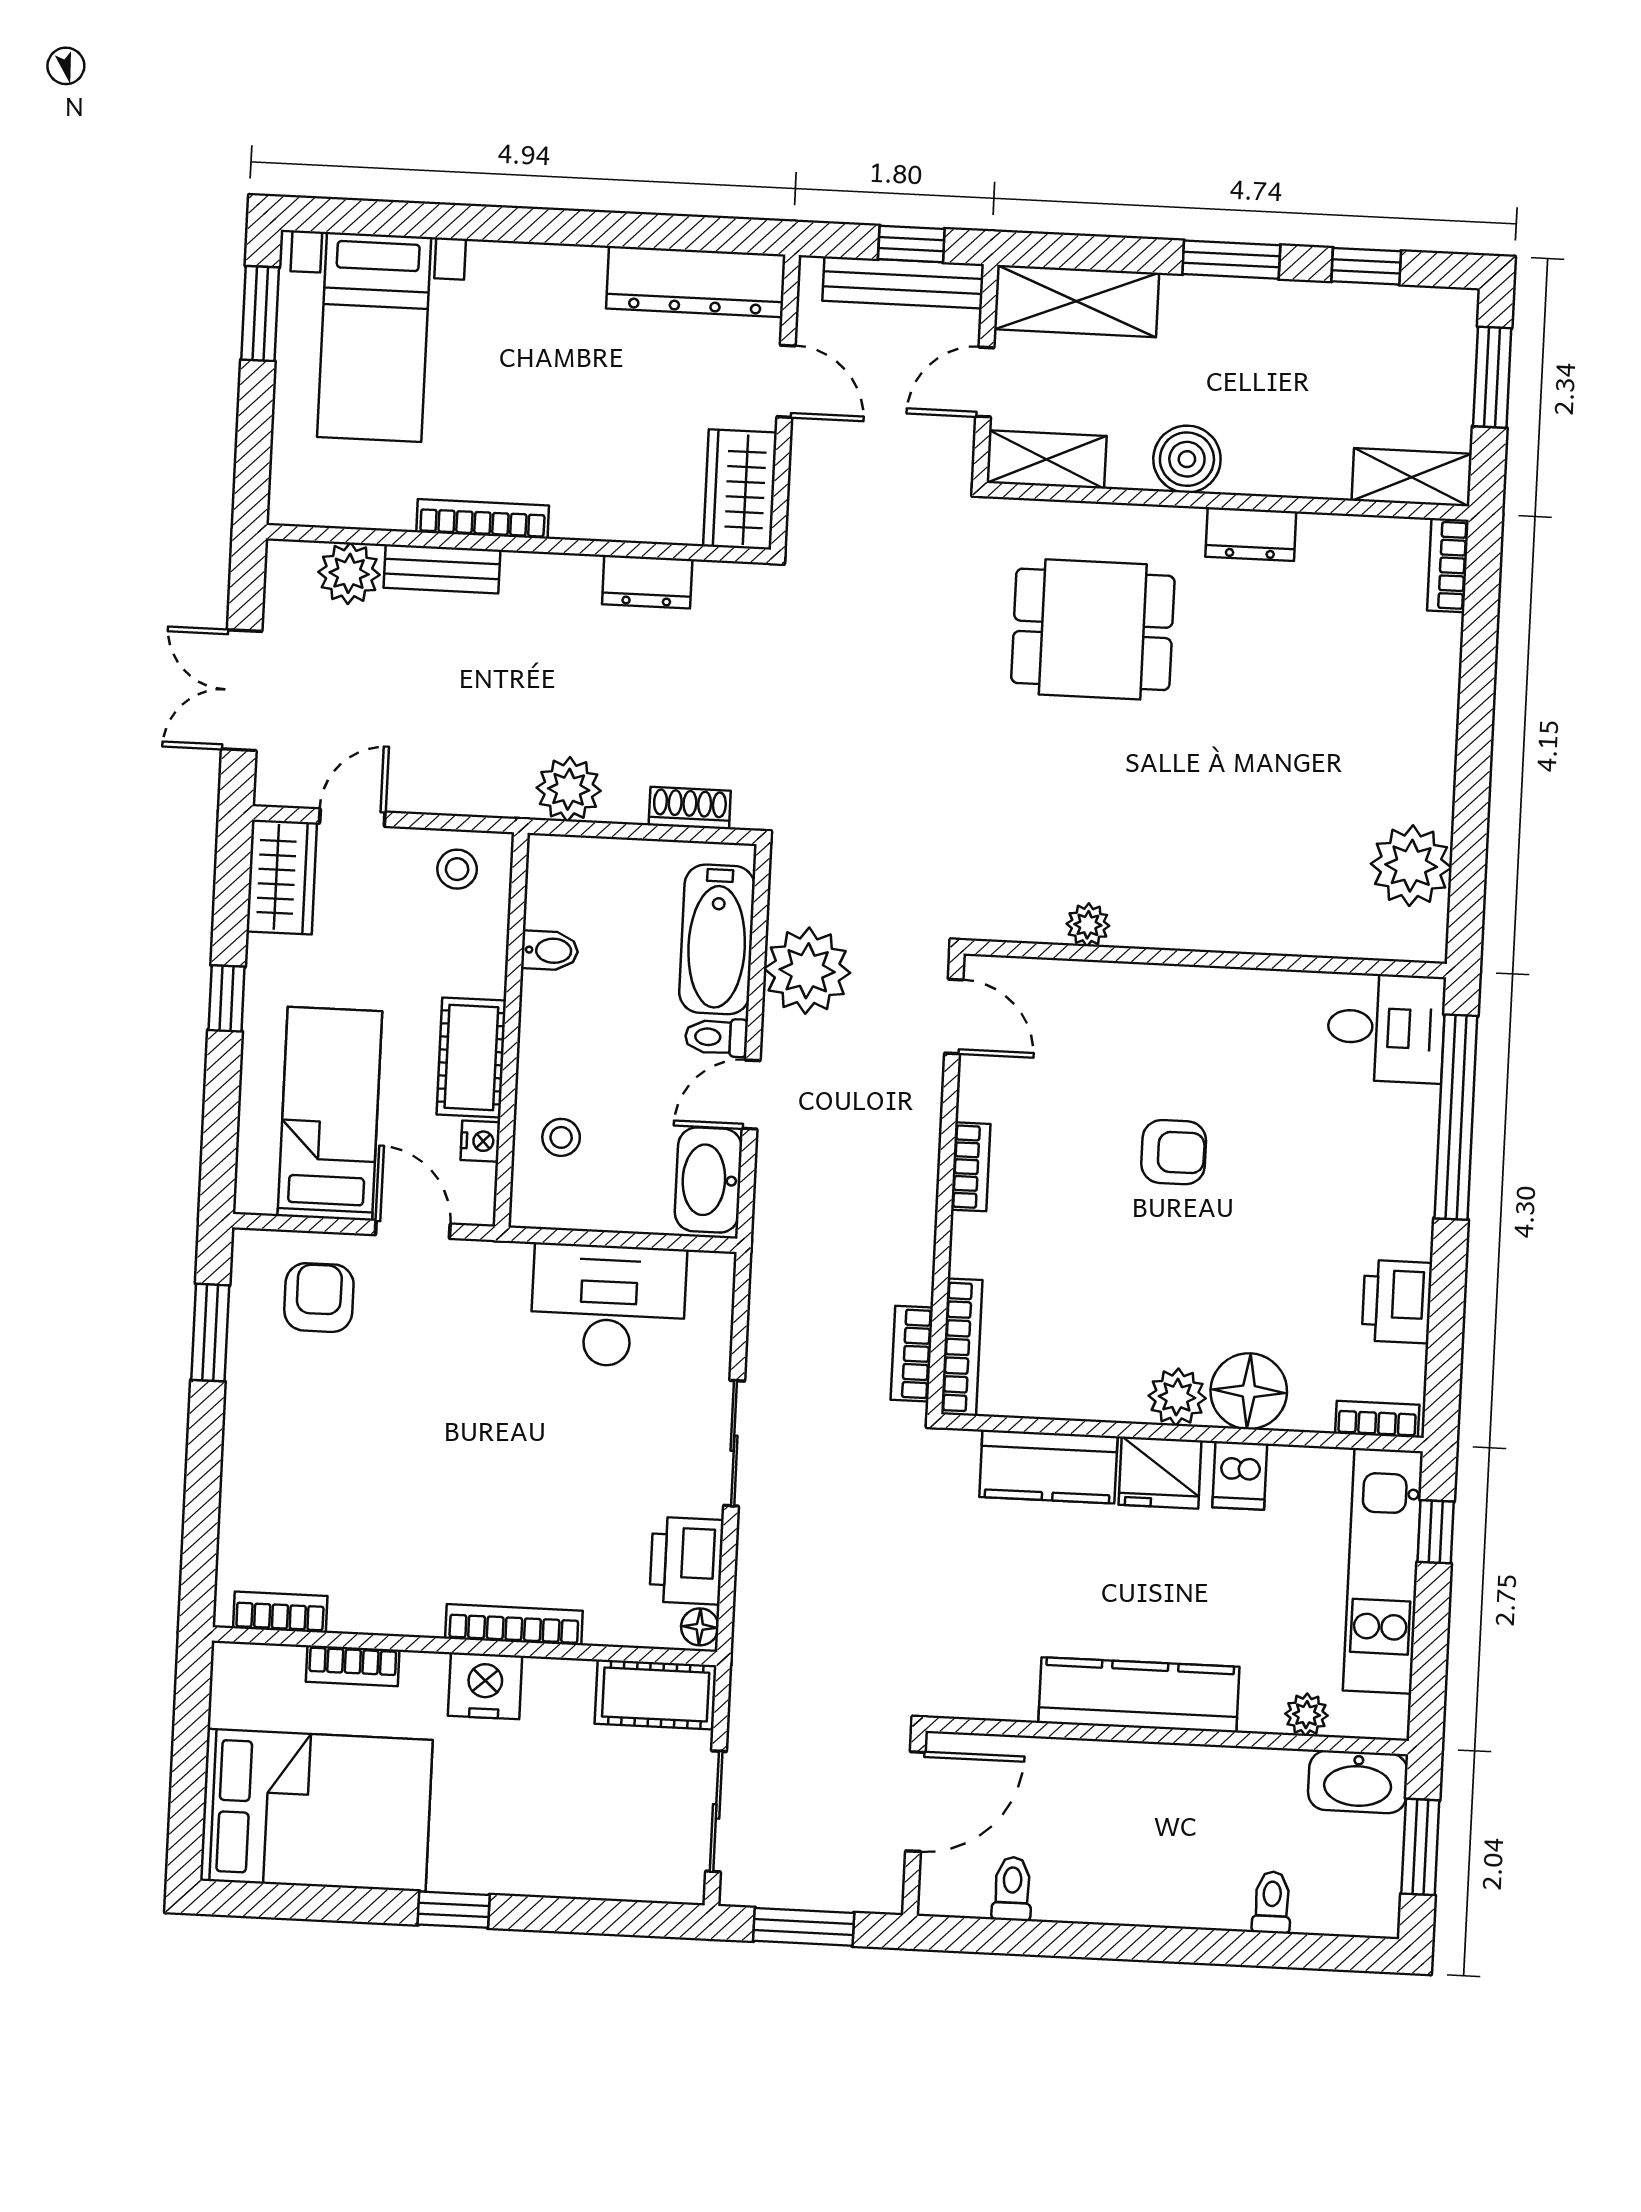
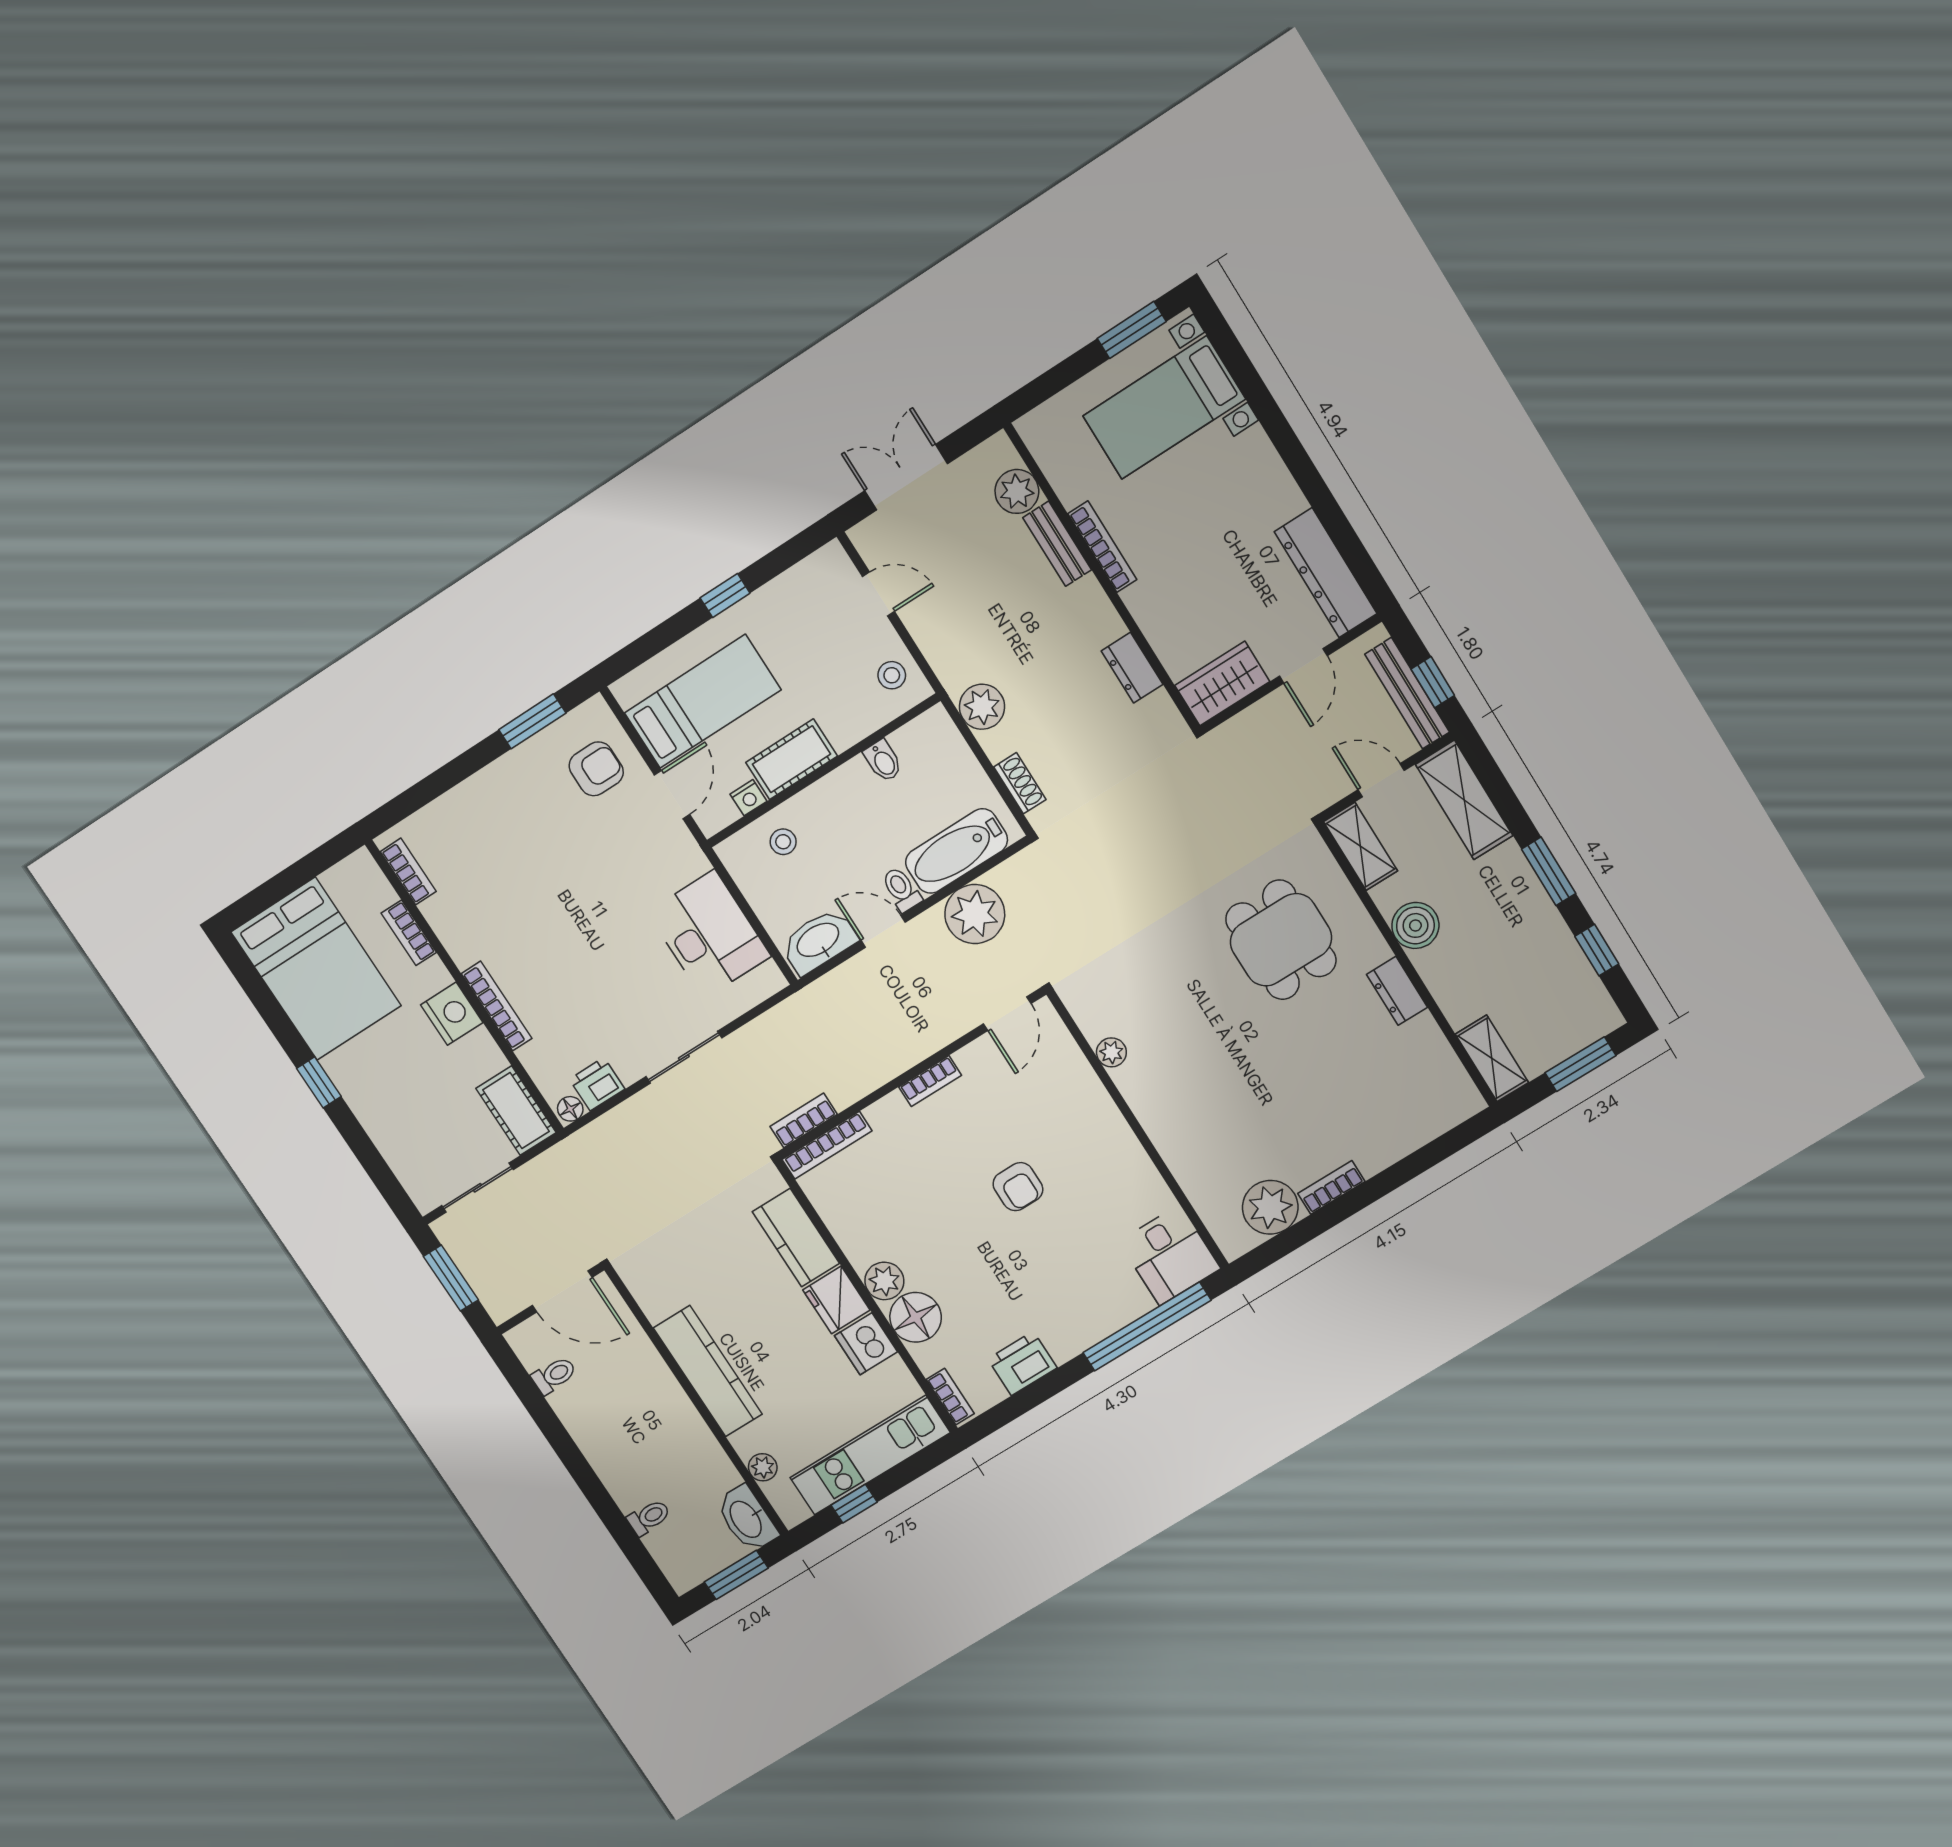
bookcase: (1448, 565) -> (1331, 1187), moved
wardrobe: (282, 877) -> (816, 578), removed
dishwasher: (1240, 1475) -> (866, 1344), width x1.38
window: (1436, 1532) -> (854, 1504), moved
printer: (687, 1561) -> (597, 1084), width x0.73, depth x0.81

